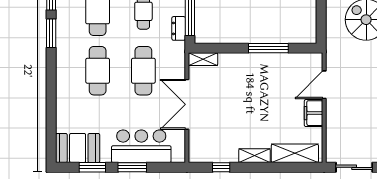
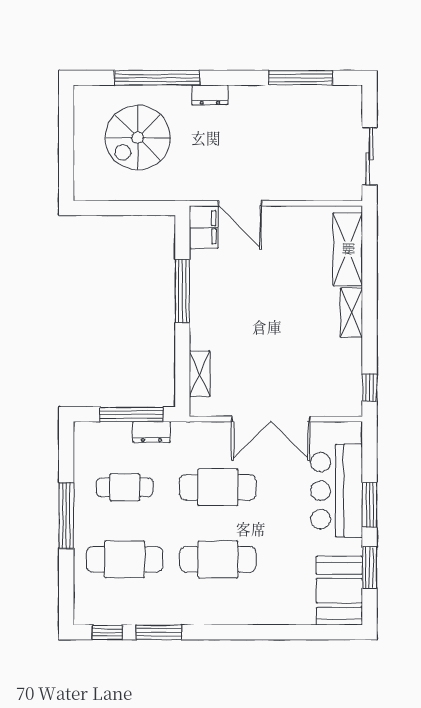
shelving: (203, 59) -> (200, 374), moved
filing cabinet: (314, 113) -> (204, 227), moved, turned -90
window: (221, 167) -> (370, 388), moved

